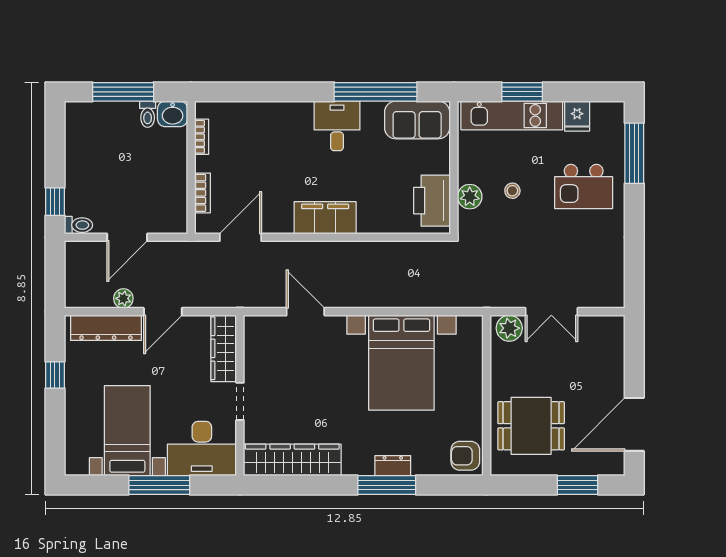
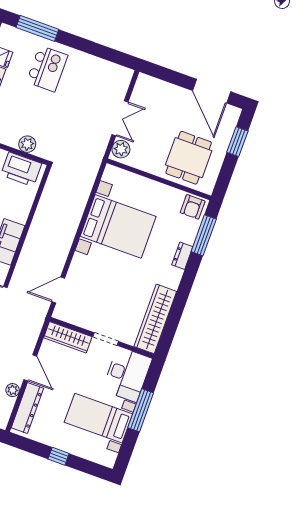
stool: (512, 191) -> (33, 115), removed
door: (305, 312) -> (58, 290), moved
window: (55, 375) -> (59, 456), moved
window: (387, 485) -> (204, 235), moved

